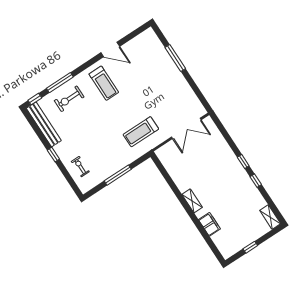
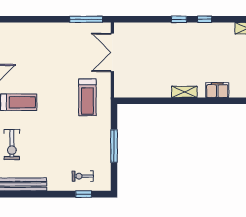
window: (175, 58) -> (86, 19), moved
double door: (186, 128) -> (112, 52), swing flipped
window: (53, 155) -> (84, 194), moved

